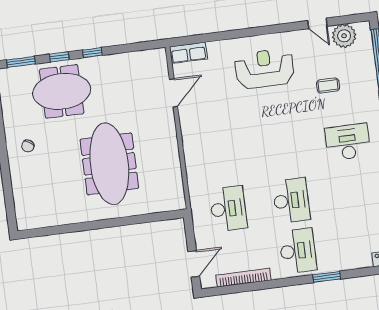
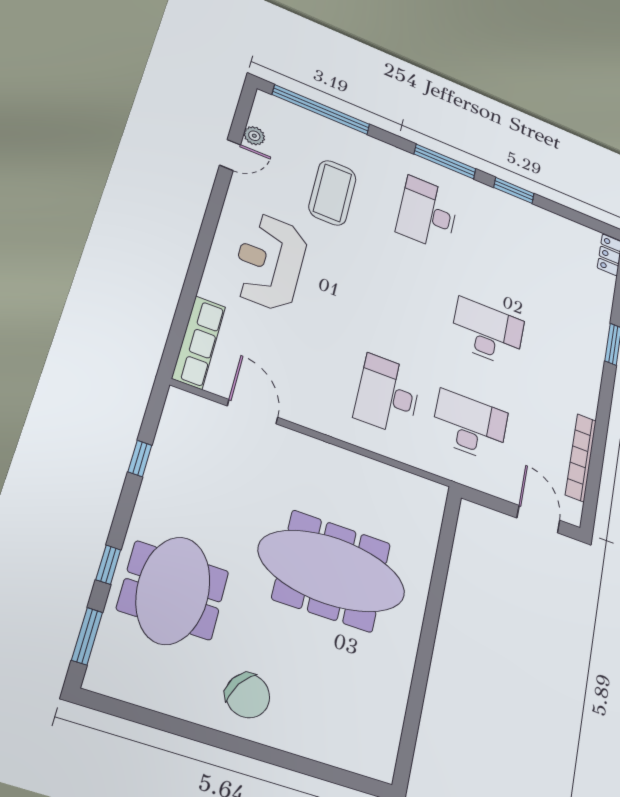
plant: (344, 36) -> (254, 136), width x0.53, depth x0.53
window: (92, 53) -> (140, 459), moved
row of seats: (188, 53) -> (199, 342), width x1.48
coffee table: (328, 85) -> (332, 193), width x1.86, depth x1.72
chair: (28, 146) -> (248, 696), width x1.87, depth x1.87
desk: (298, 251) -> (388, 395), moved, turned -90

